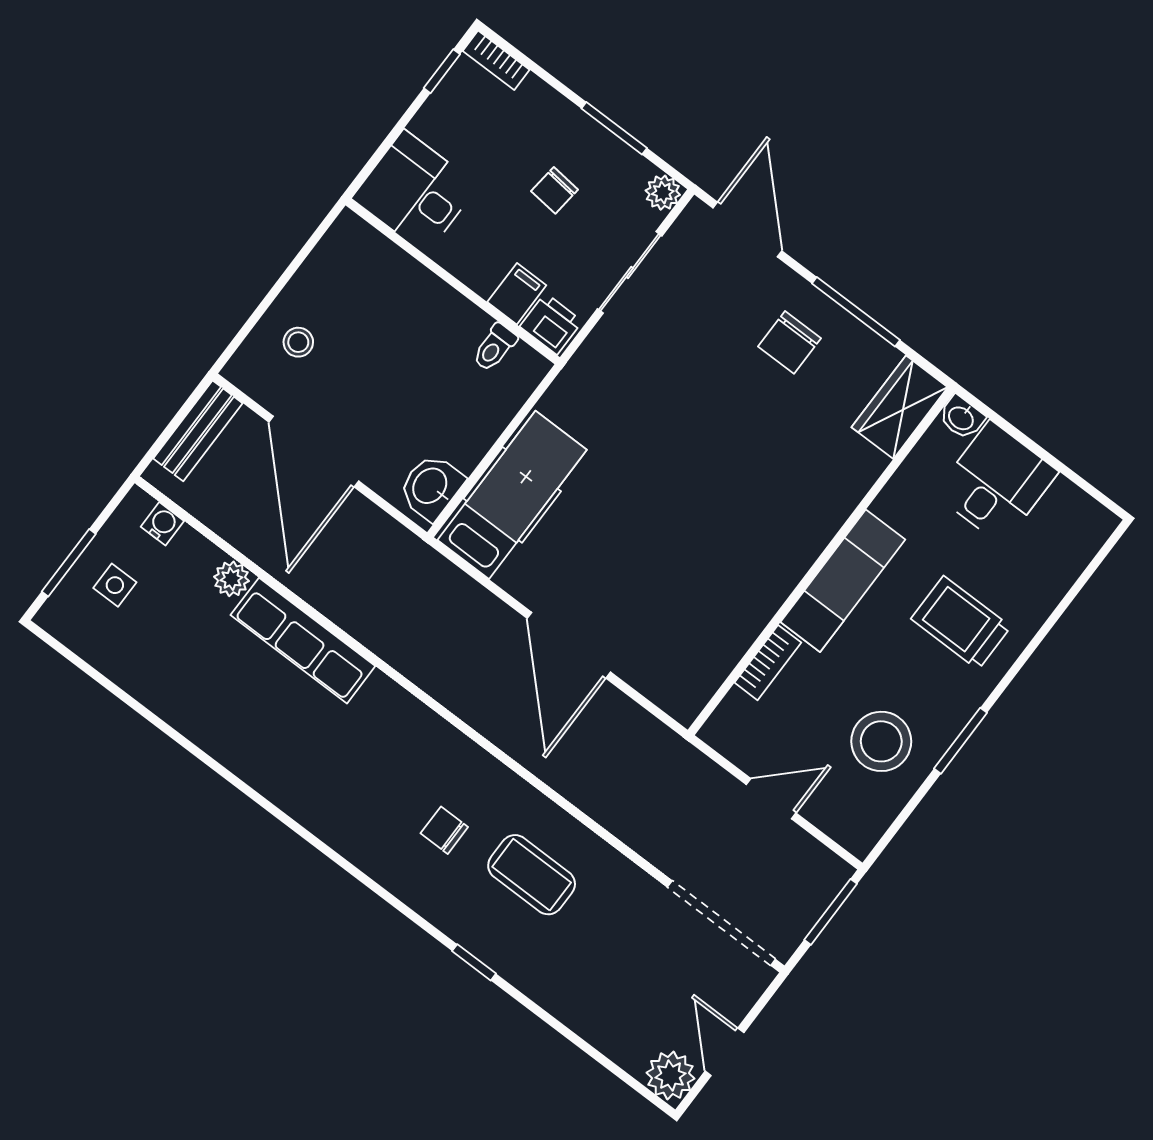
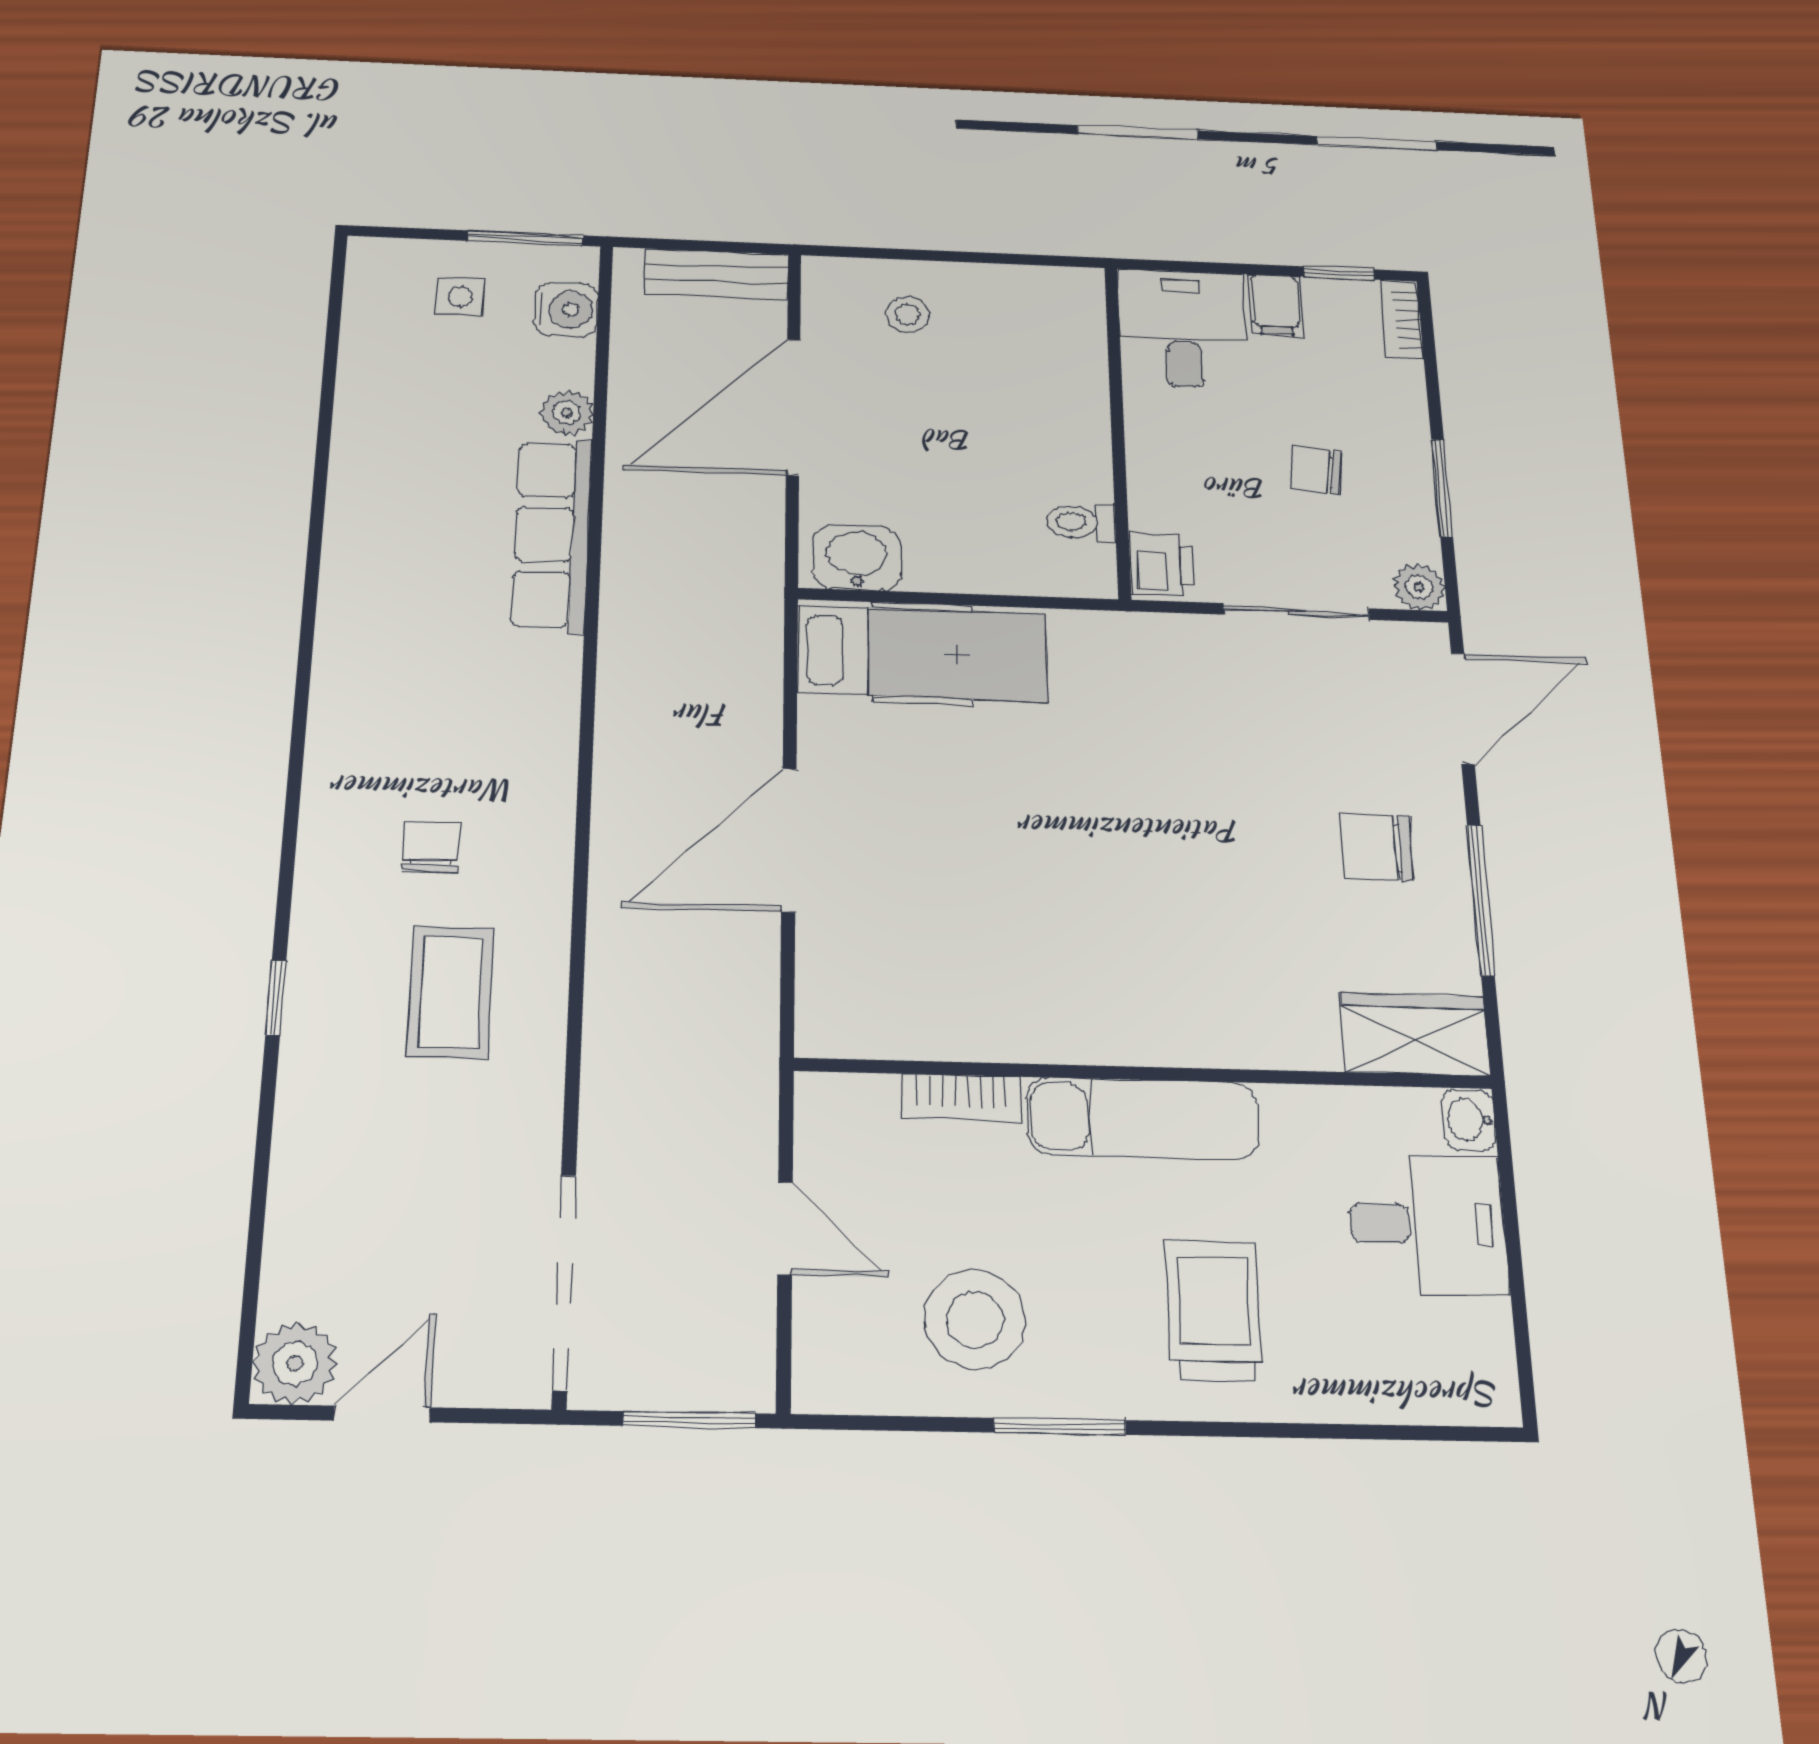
filing cabinet: (517, 294) -> (1275, 305), moved, turned 90
water cooler: (162, 524) -> (566, 309), width x1.38, depth x1.38
window: (69, 563) -> (525, 238), moved

